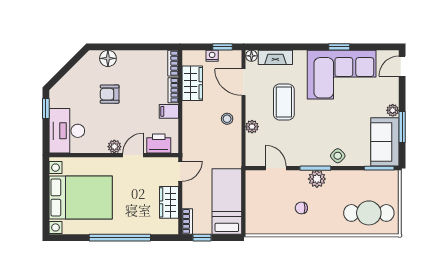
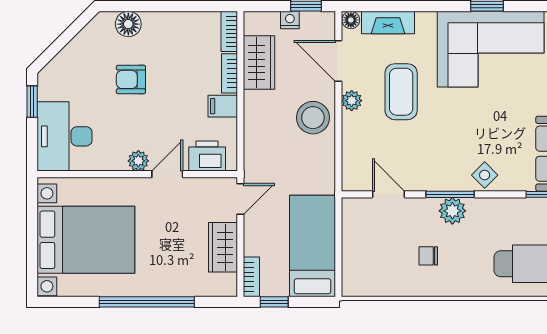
stool: (227, 119) -> (313, 118), width x1.89, depth x1.89
plant: (252, 127) -> (352, 101), moved

